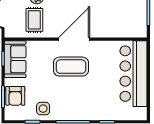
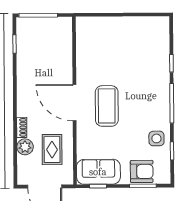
rug: (34, 20) -> (52, 150), turned 90
bar counter: (134, 74) -> (114, 32), removed

